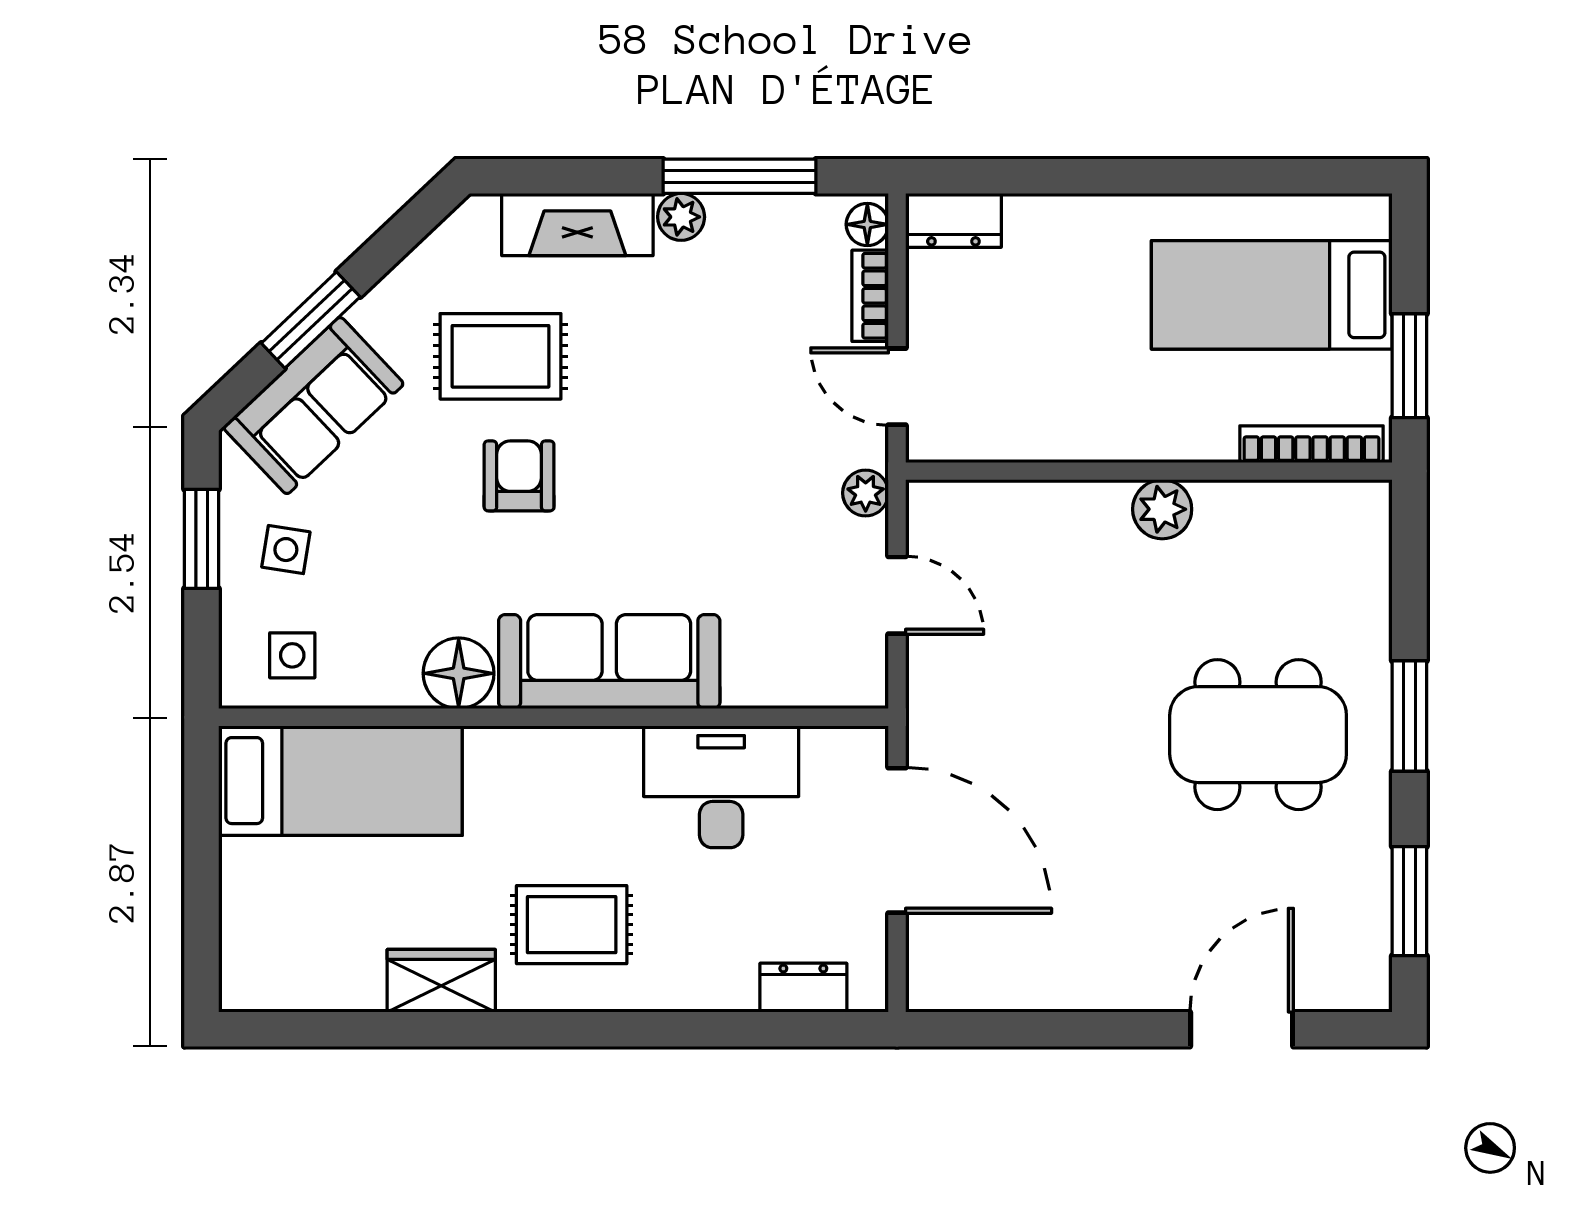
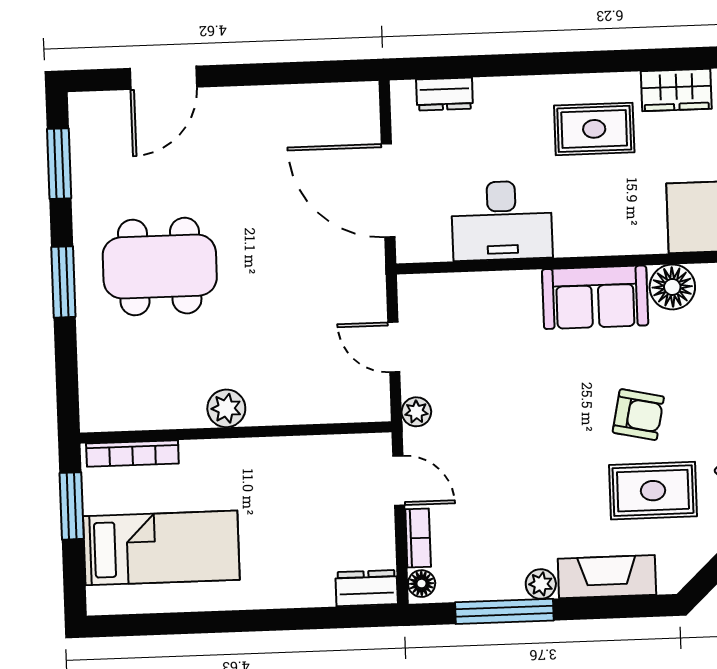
armchair: (519, 476) -> (638, 415), turned -78
sofa: (609, 662) -> (595, 297), width x0.73

